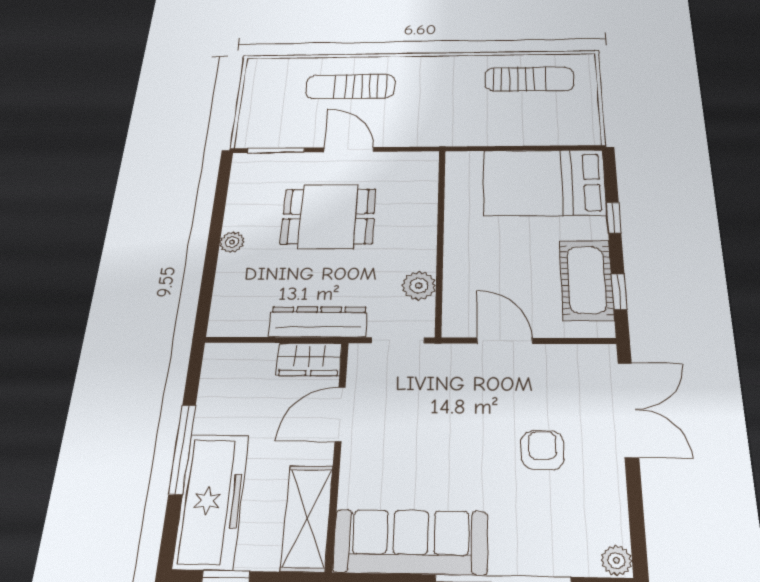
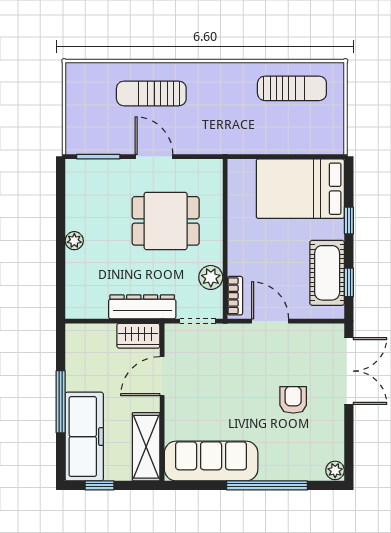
dining table: (328, 216) -> (166, 221), moved
bookcase: (453, 308) -> (235, 296), added

